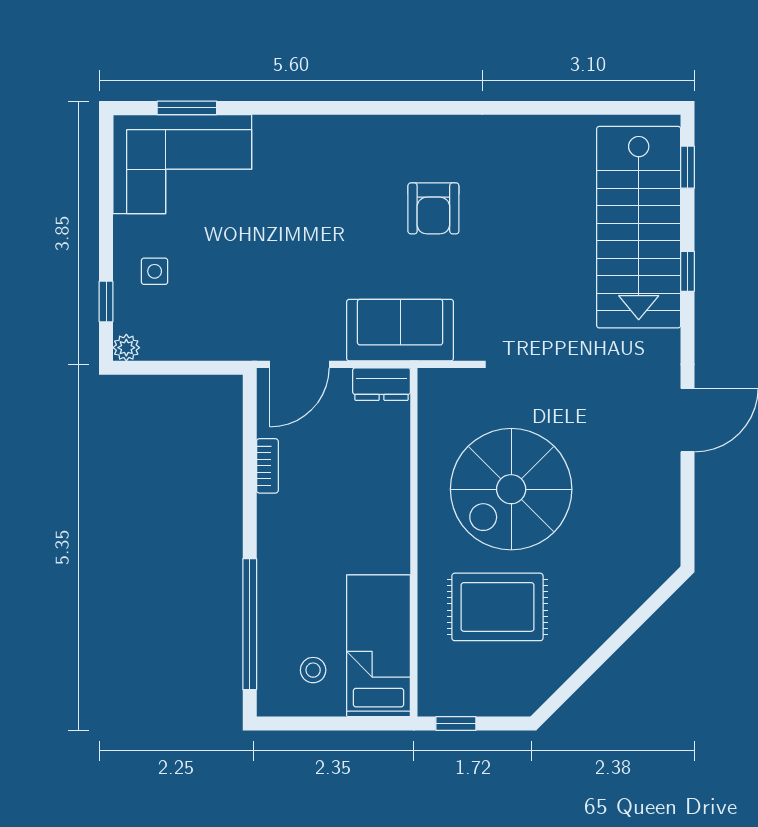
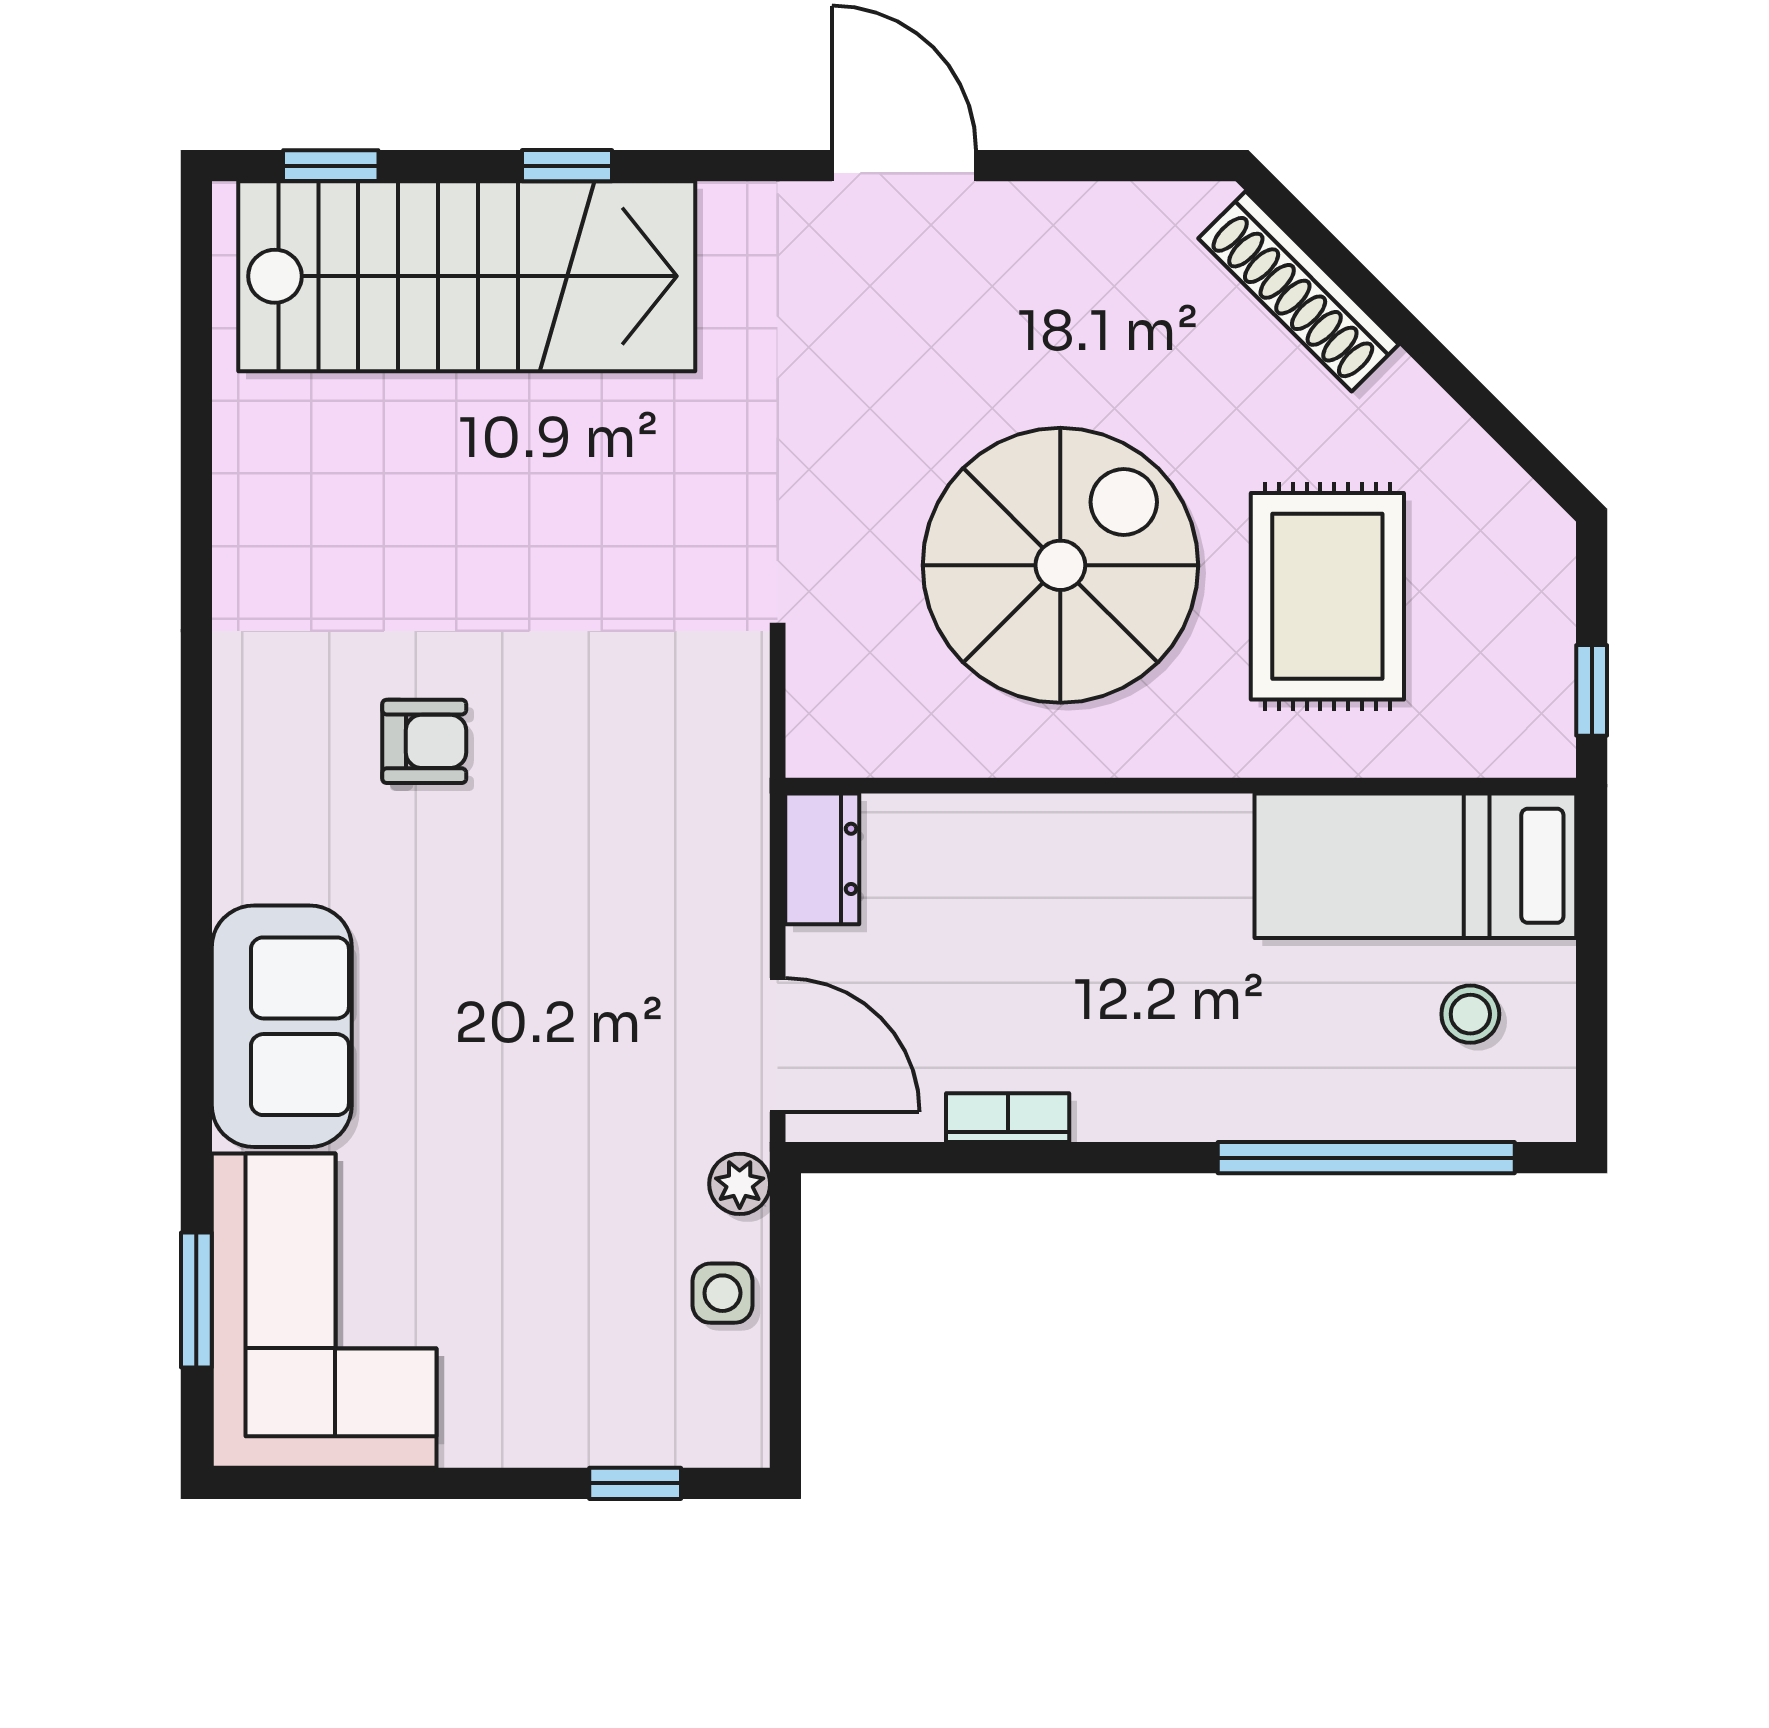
armchair: (433, 208) -> (424, 741), width x0.72, depth x0.72
side table: (155, 271) -> (722, 1293), moved
sofa: (400, 330) -> (282, 1026), moved, turned 180
plant: (126, 348) -> (740, 1184), moved
spiral stairs: (511, 489) -> (1060, 565), turned -90
shoe rack: (632, 594) -> (1299, 291), added

